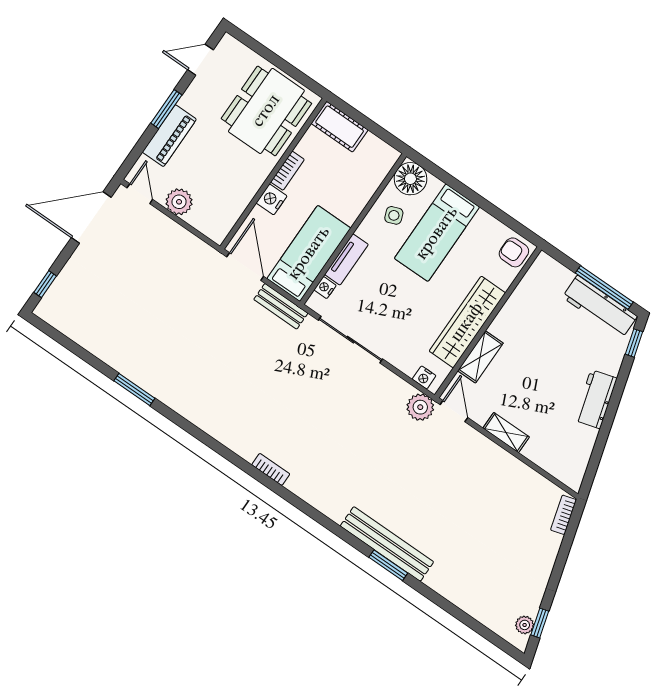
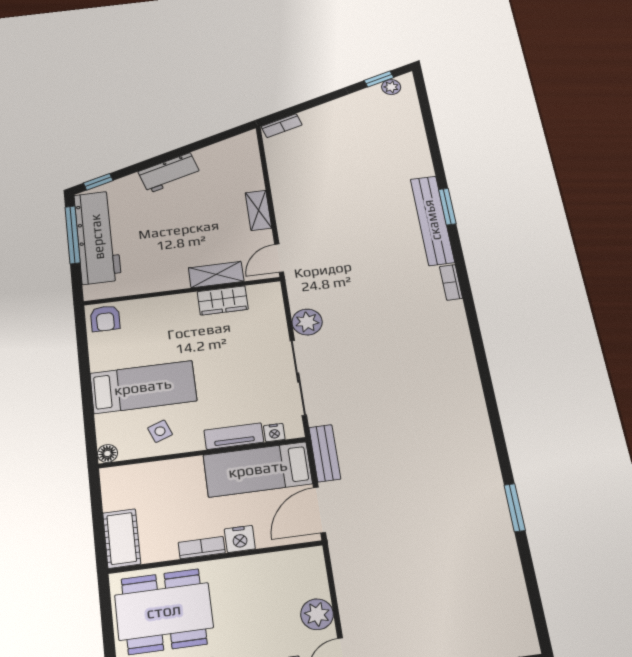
floor lamp: (410, 179) -> (107, 453), width x0.53, depth x0.53
workbench: (600, 307) -> (97, 237), width x1.36, depth x1.32
wardrobe: (467, 322) -> (223, 300), width x0.48, depth x0.85
nightstand: (424, 377) -> (274, 300), removed
plant: (420, 407) -> (307, 322), moved
bookcase: (271, 469) -> (451, 282), moved

